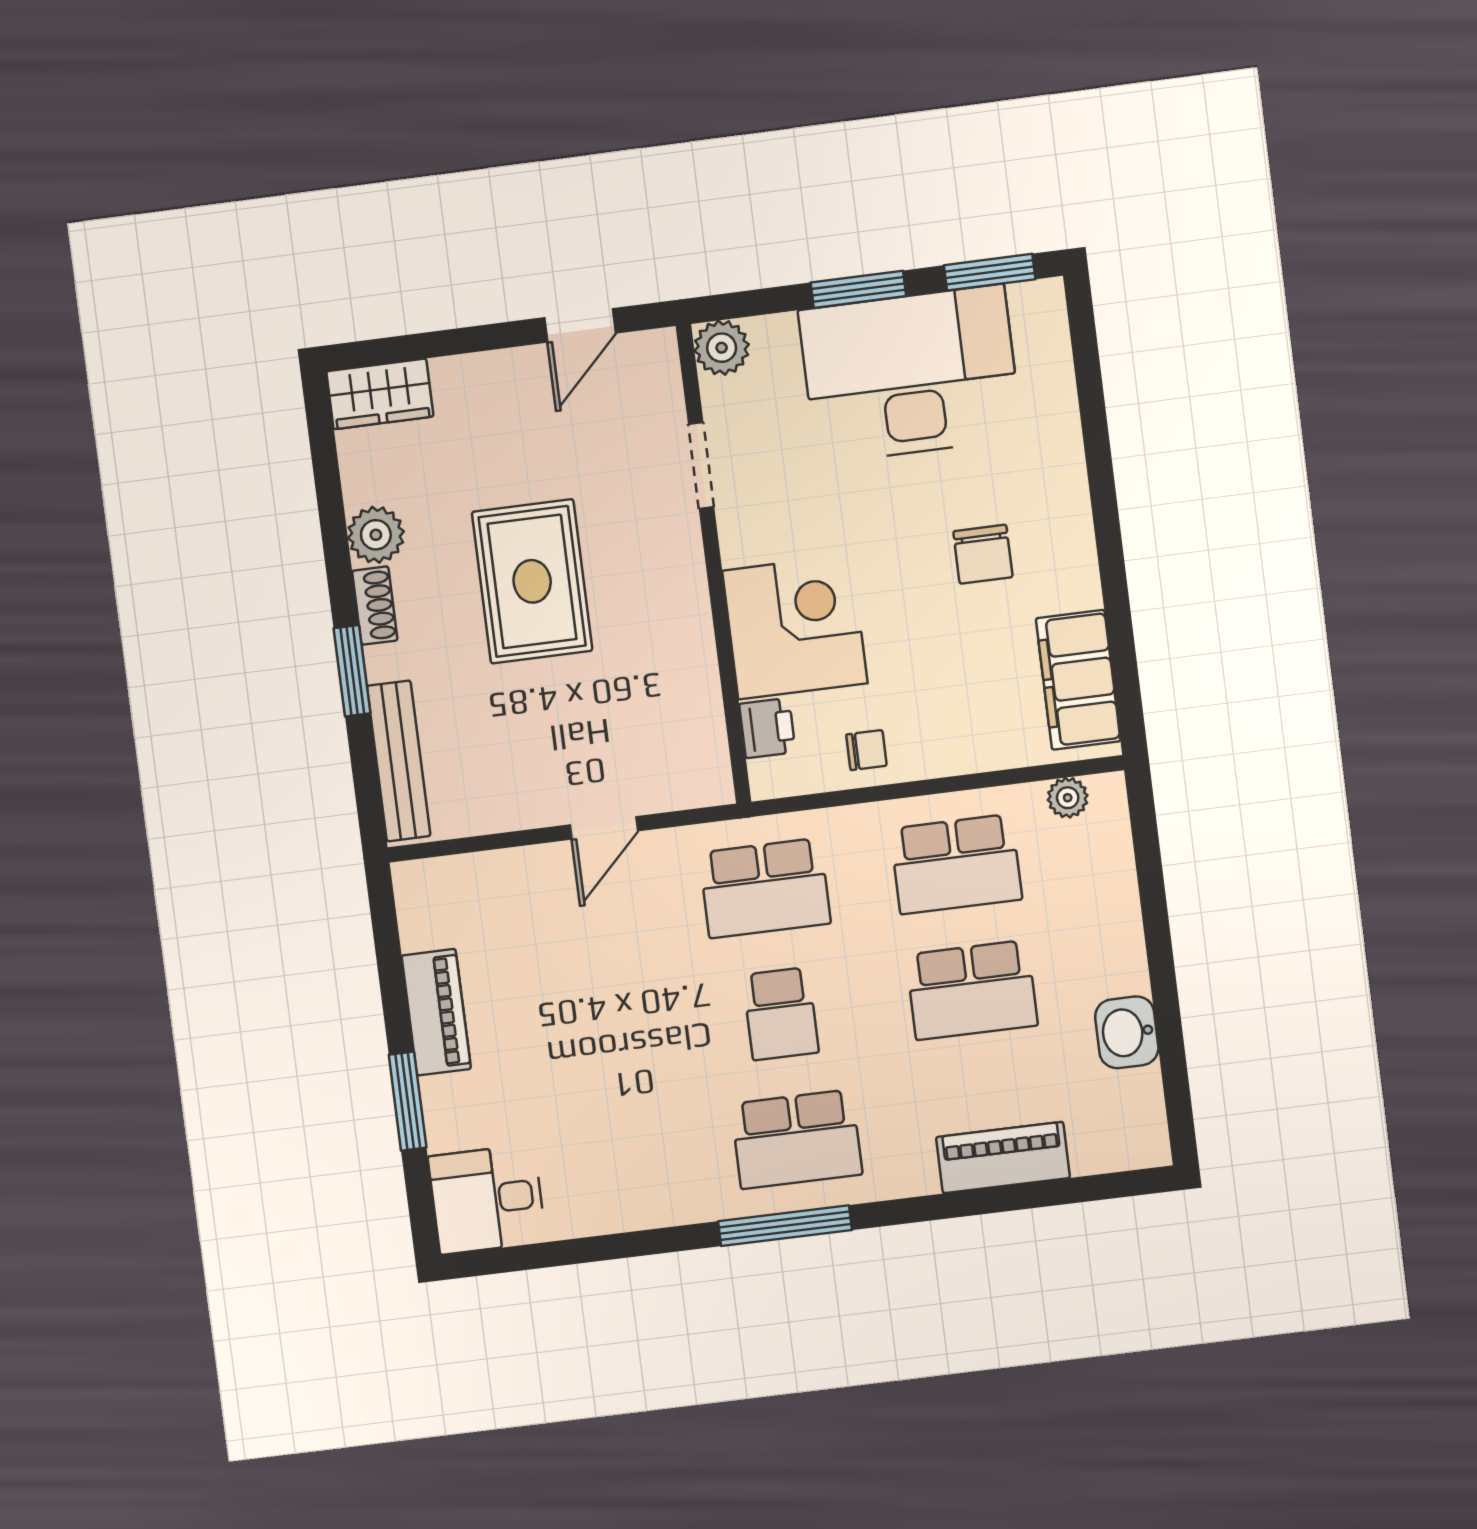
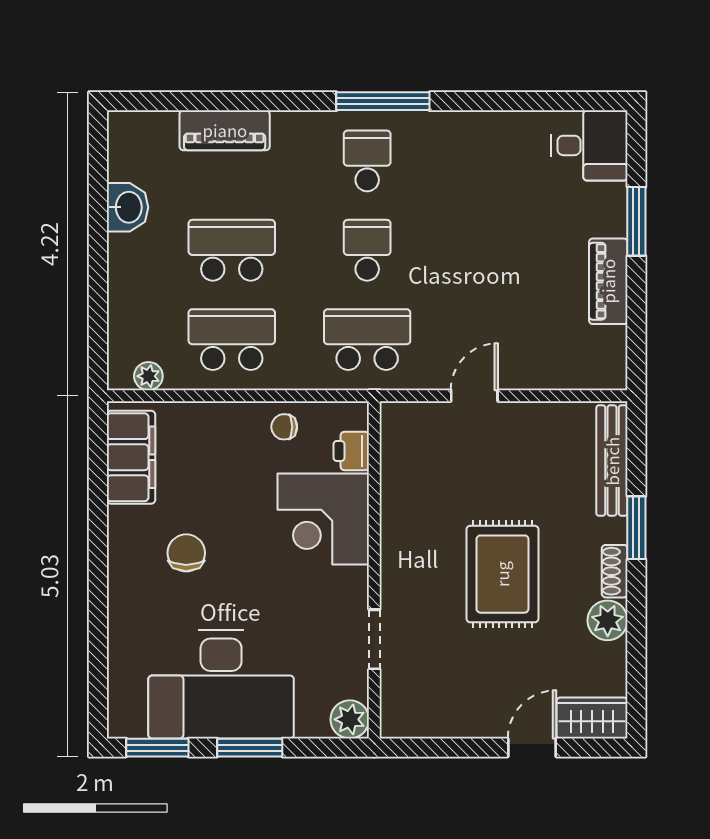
door: (580, 325) -> (532, 748), moved
school desk: (796, 1139) -> (367, 161), width x0.54

